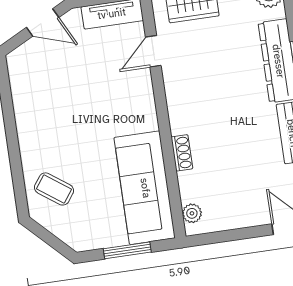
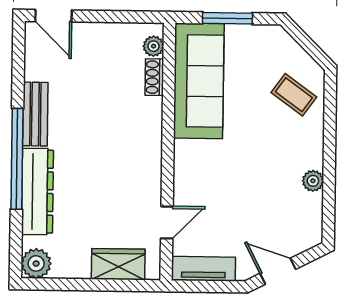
plant: (23, 112) -> (313, 181), added
shoe rack: (182, 153) -> (154, 77), moved

